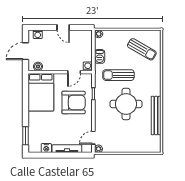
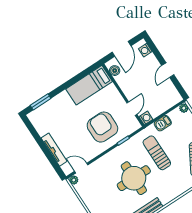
door: (25, 51) -> (121, 49), swing flipped
door: (74, 72) -> (132, 109), swing flipped
bed: (41, 92) -> (89, 85), width x0.67
armchair: (74, 102) -> (102, 127), turned 180
nightstand: (46, 148) -> (42, 130), removed

